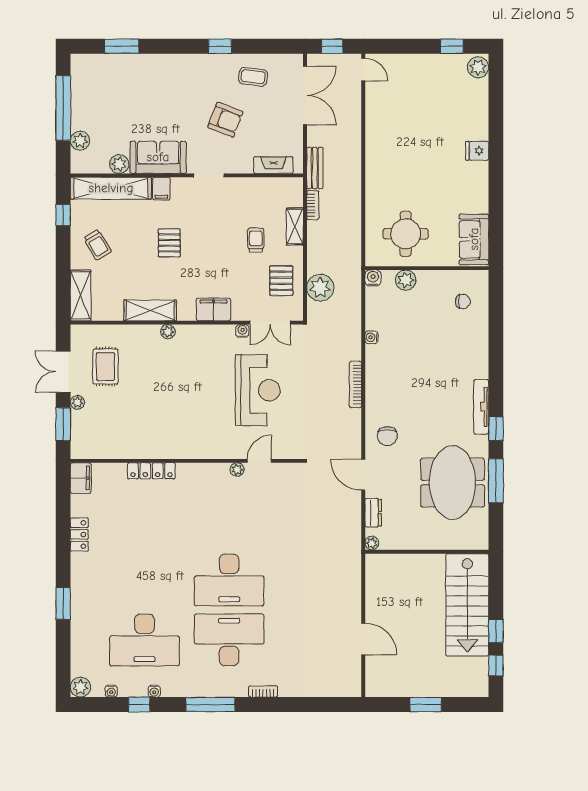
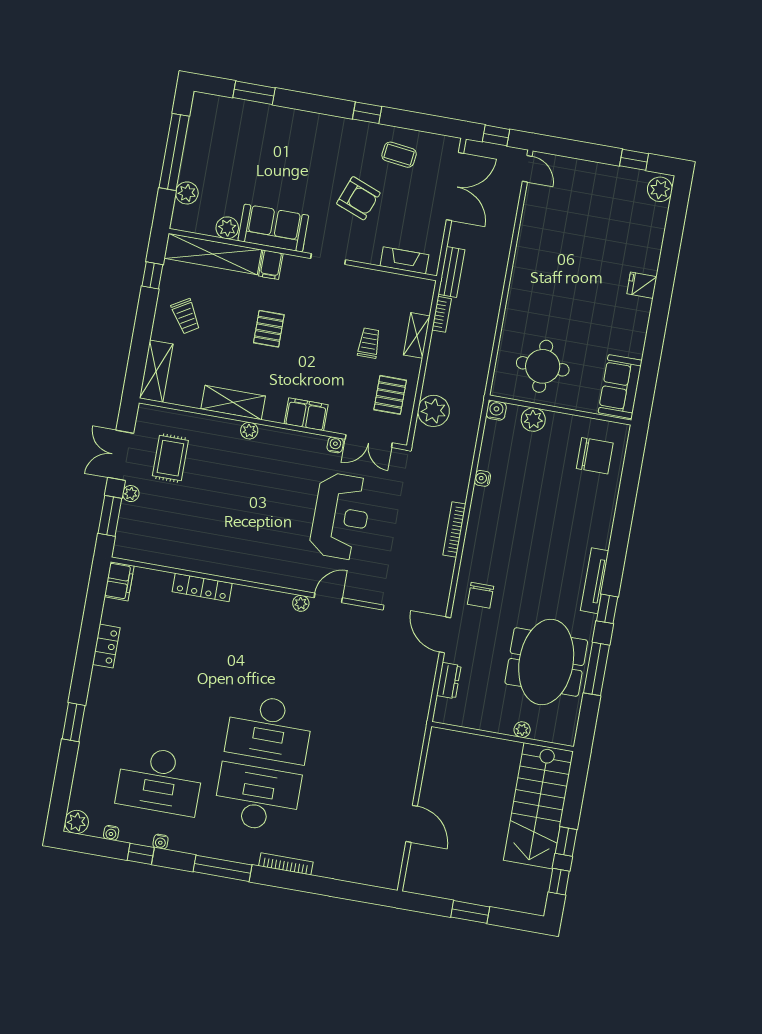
chair: (463, 302) -> (595, 456), width x1.87, depth x1.87
plant: (372, 543) -> (522, 730), moved
bookcase: (263, 691) -> (286, 864), width x1.56

